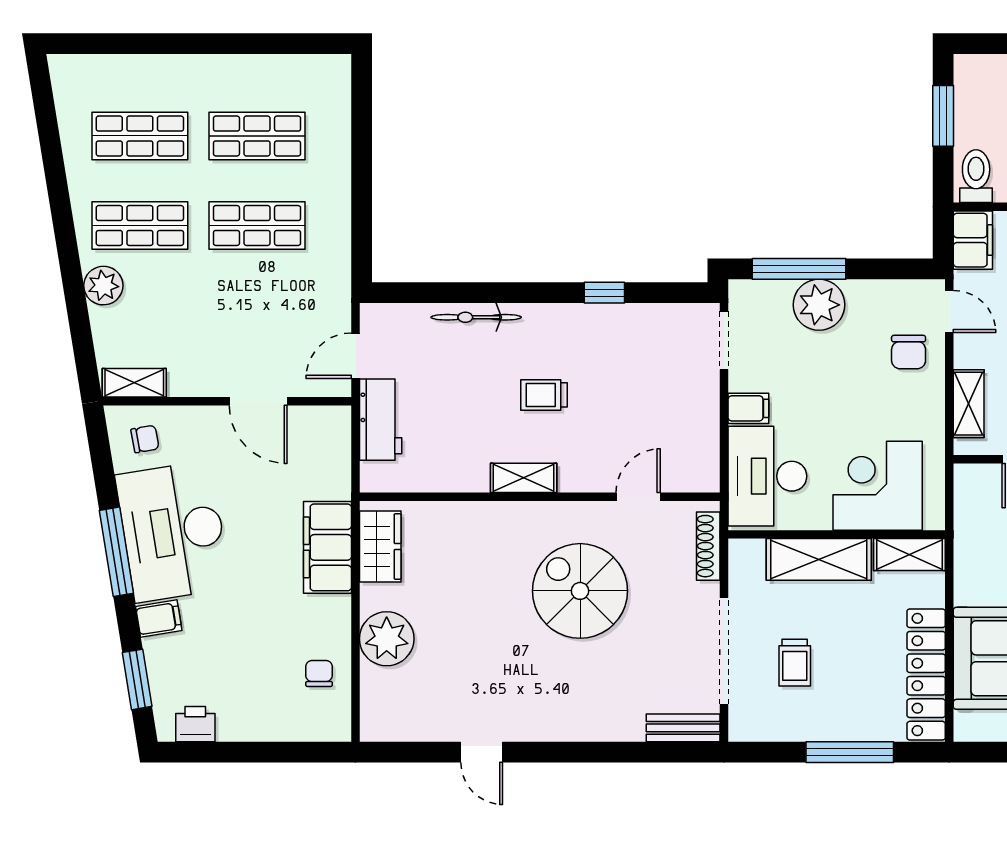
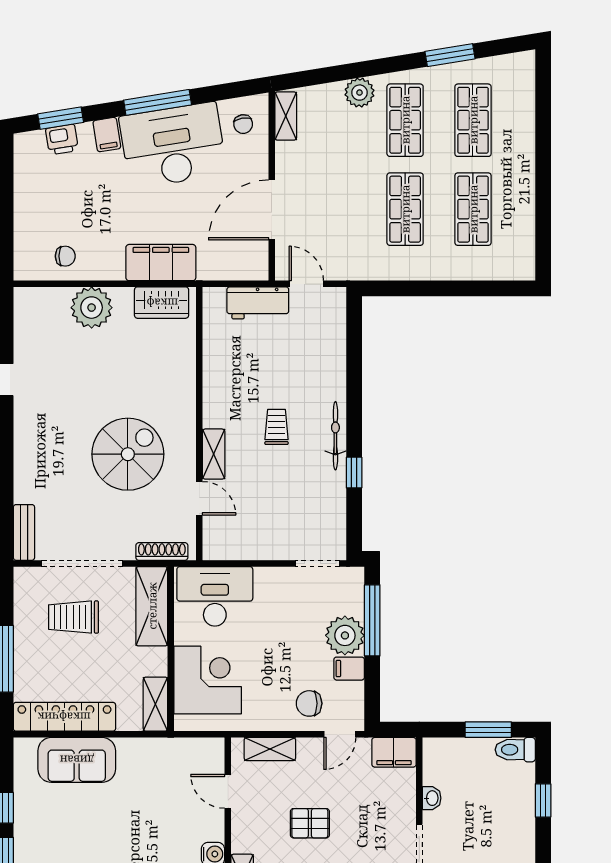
window: (54, 166) -> (450, 55), added
toilet: (976, 176) -> (515, 750), moved, turned 180
bicycle: (476, 317) -> (335, 436), moved
door: (258, 401) -> (272, 210), width x1.36
filing cabinet: (748, 408) -> (349, 669), moved, turned 90
shelving: (524, 478) -> (214, 454), moved
shelving: (819, 559) -> (152, 606), moved
trolley: (795, 663) -> (73, 617), width x1.36, depth x1.39
printer: (195, 724) -> (62, 139), moved, turned 81

